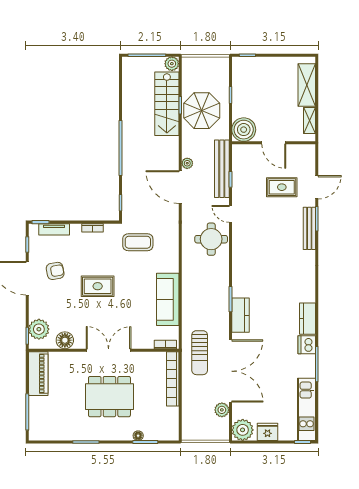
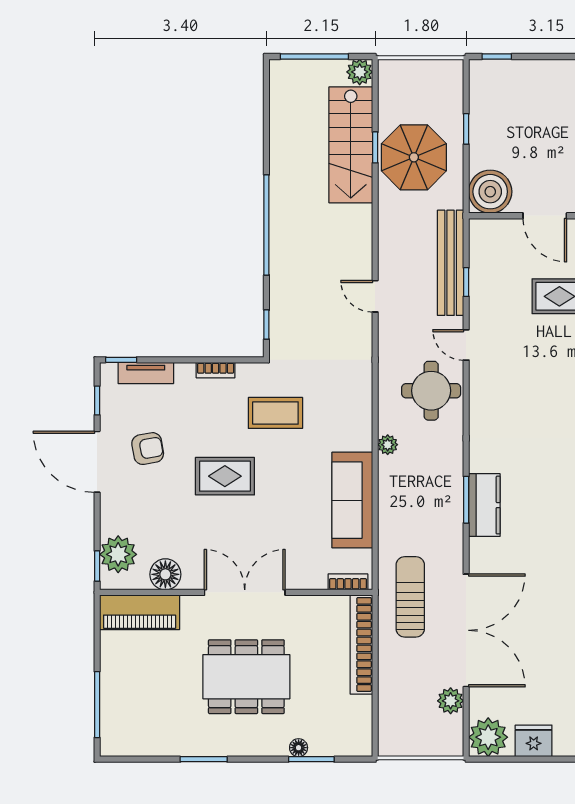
plant: (187, 163) -> (388, 445), moved
door: (180, 187) -> (375, 296), width x0.53
coffee table: (138, 242) -> (275, 413), moved
kitchen counter: (240, 315) -> (484, 505), moved
sun lounger: (200, 353) -> (410, 597), turned 180
piano: (38, 374) -> (140, 612), moved, turned 90

